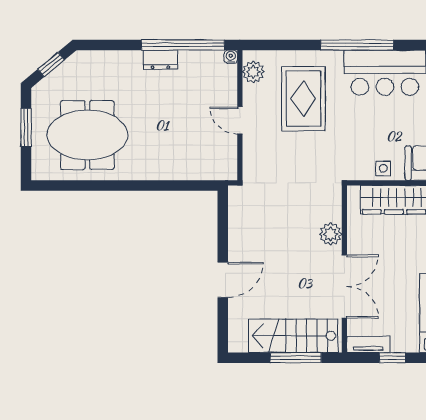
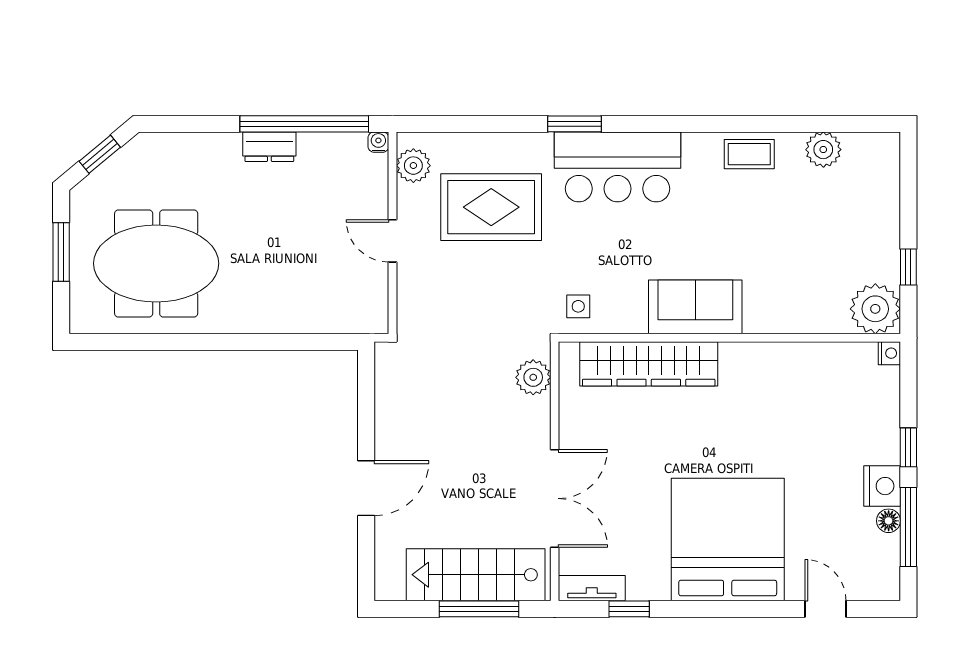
window: (357, 45) -> (574, 124), width x0.47
rug: (303, 99) -> (491, 207), turned 90
side table: (383, 168) -> (578, 306), moved
plant: (331, 234) -> (533, 377), moved

